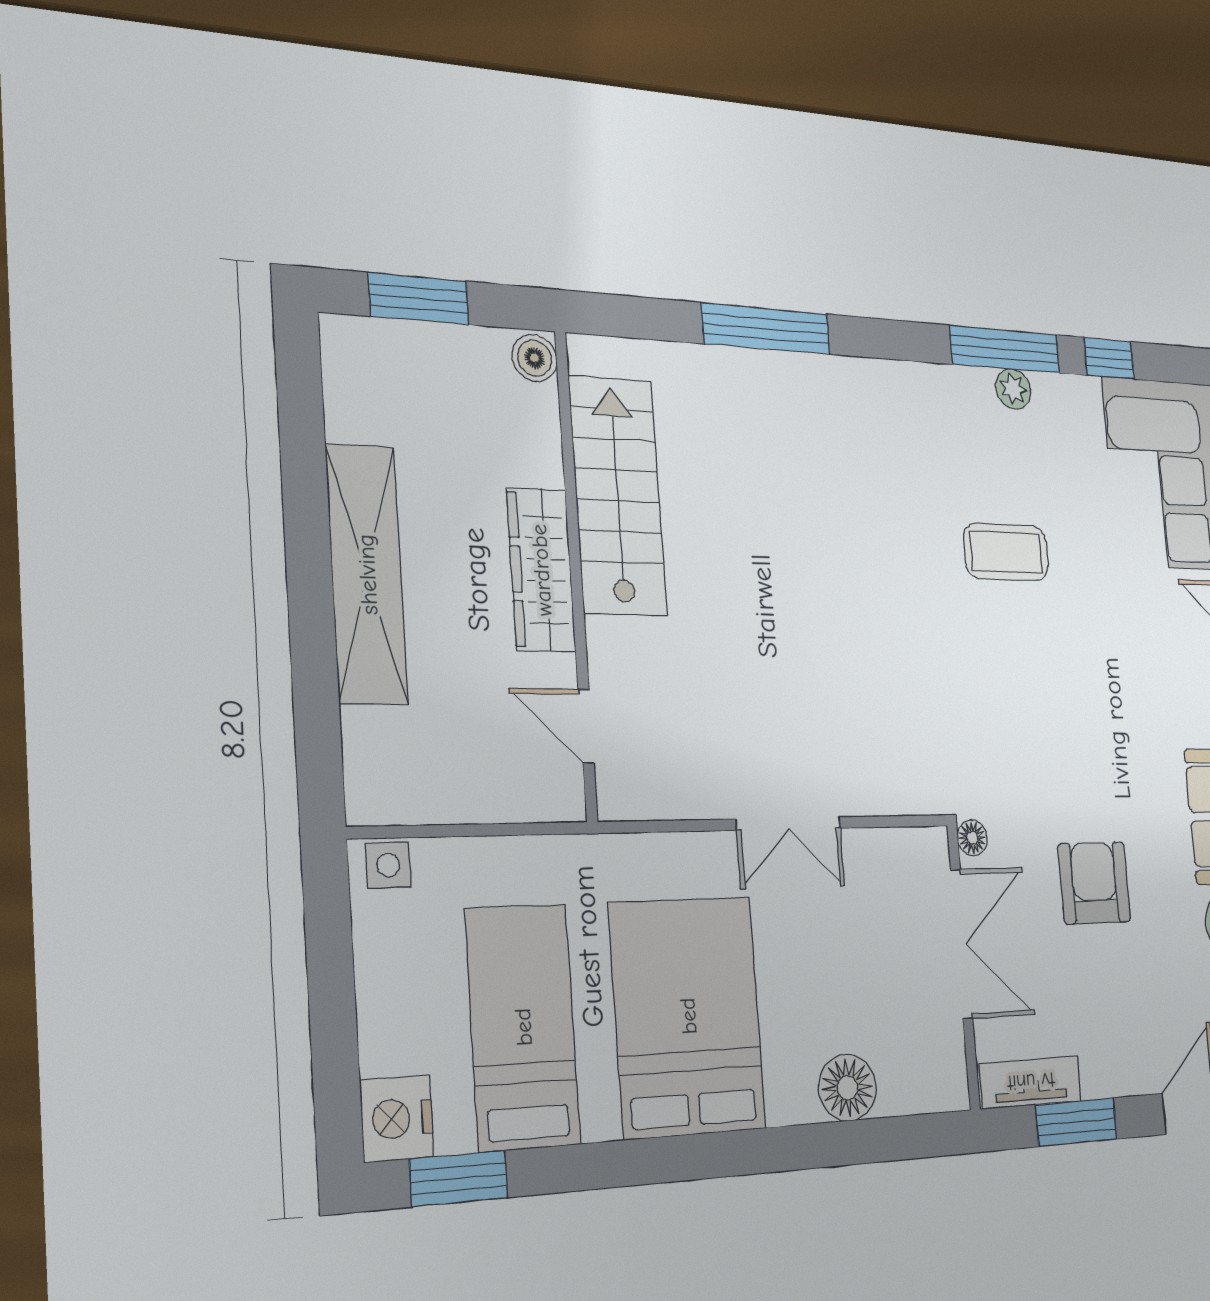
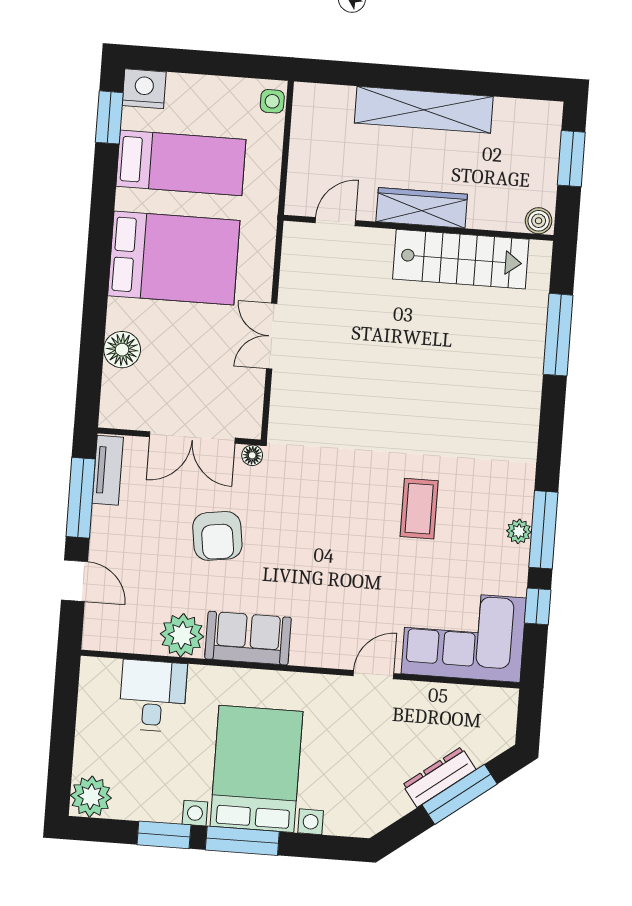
window: (766, 329) -> (558, 335), moved
armchair: (1094, 883) -> (217, 536), turned 82
window: (1076, 1122) -> (81, 498), width x1.44

